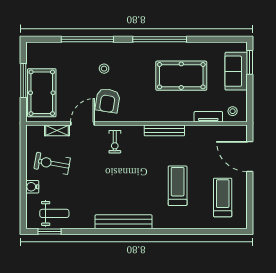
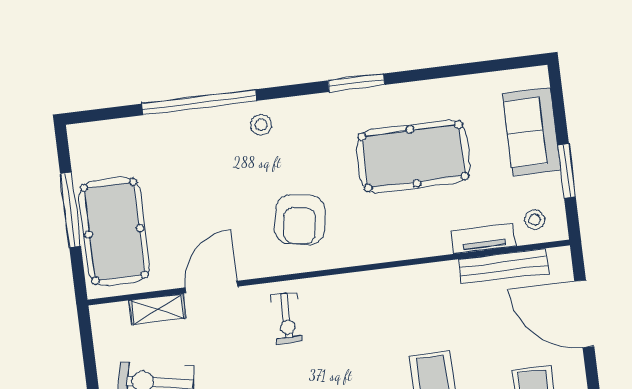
window: (160, 39) -> (356, 83), width x0.47
window: (250, 62) -> (567, 171), moved
stool: (104, 69) -> (261, 125), moved
armchair: (108, 101) -> (300, 220), moved
bench: (164, 130) -> (503, 266), moved

